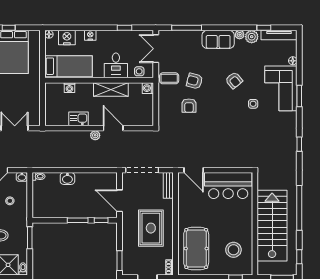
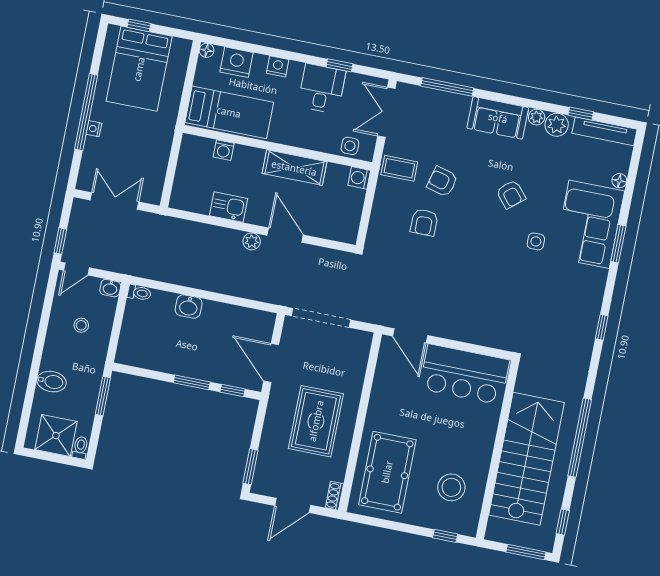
desk: (116, 65) -> (322, 89), moved, turned 180
bench: (168, 185) -> (361, 353), removed

